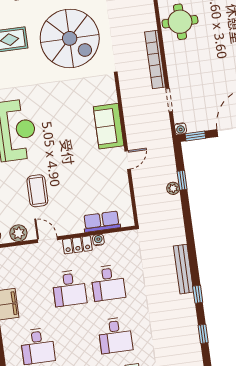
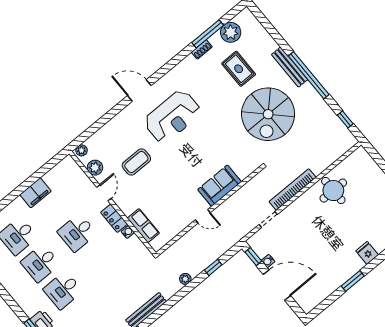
water cooler: (180, 129) -> (268, 261), moved
plant: (173, 188) -> (185, 279), moved
desk: (108, 283) -> (40, 263), moved

